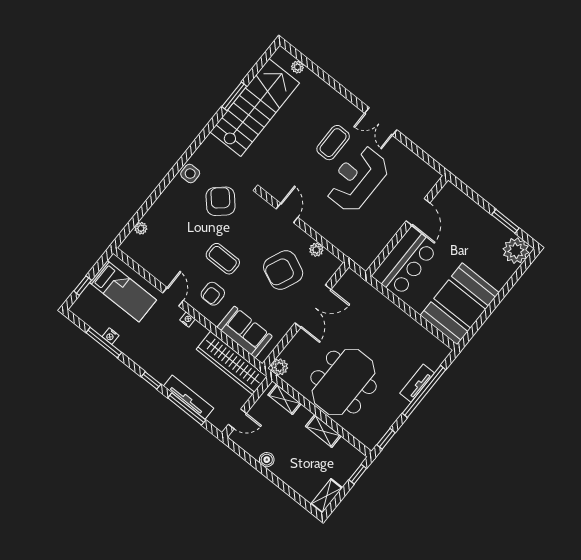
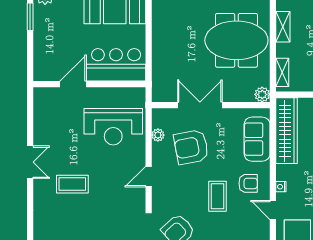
reception desk: (357, 179) -> (113, 127), moved
armchair: (283, 270) -> (191, 147), turned 145
door: (173, 297) -> (273, 210), hinge flipped

